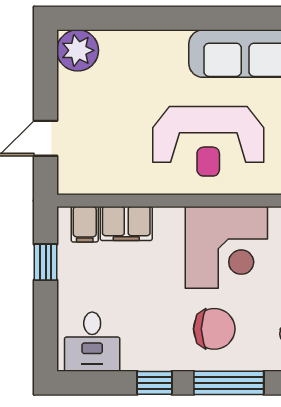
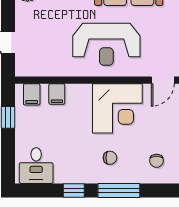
filing cabinet: (126, 223) -> (57, 94), width x0.50
chair: (214, 329) -> (110, 158), width x0.54, depth x0.54

